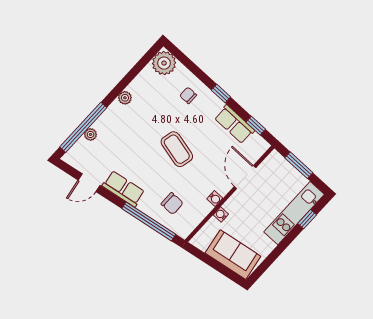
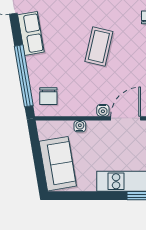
water cooler: (215, 199) -> (103, 110), moved
chair: (172, 204) -> (48, 96), moved

